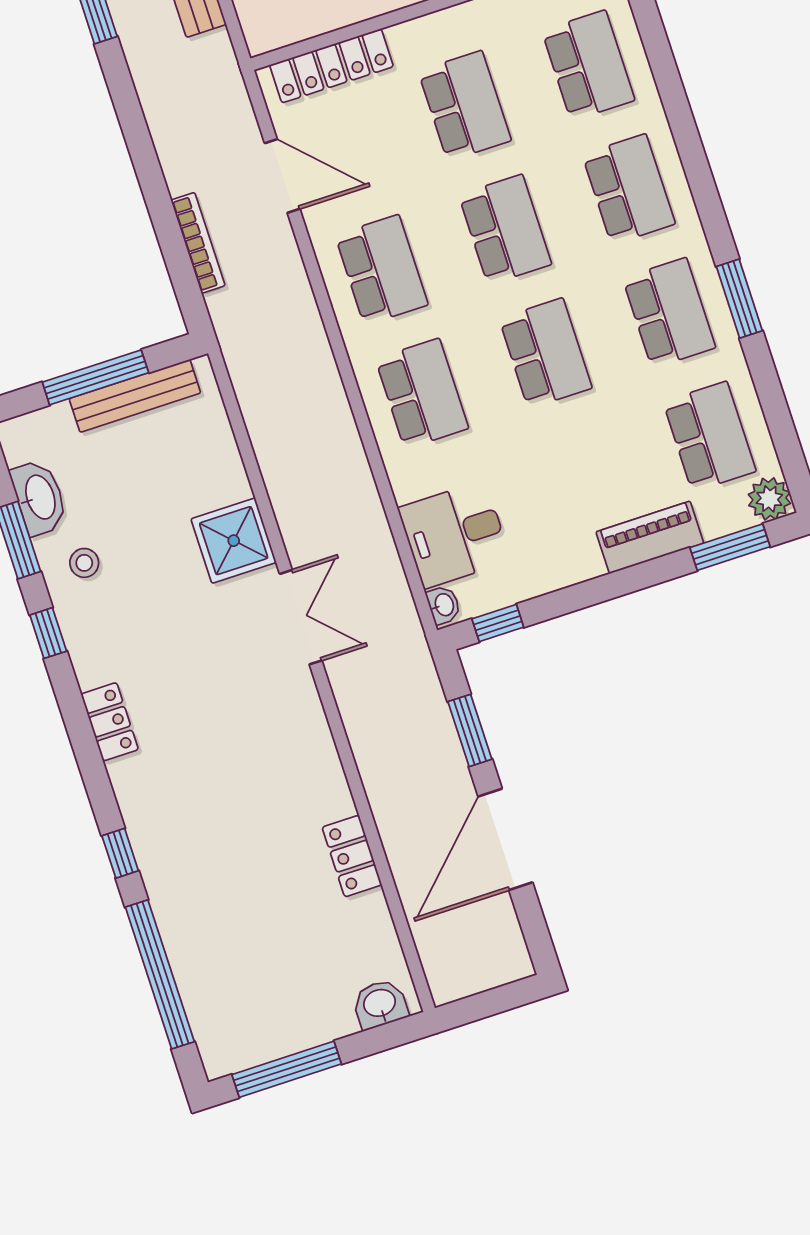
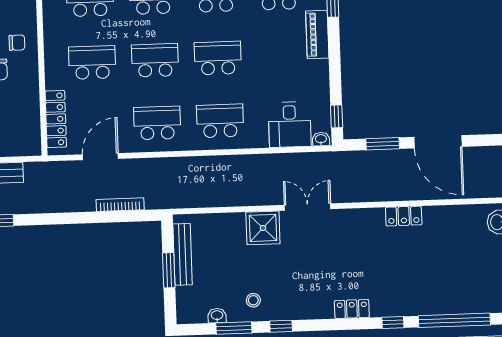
window: (95, 377) -> (169, 270), width x0.69
washbasin: (39, 497) -> (217, 316), width x0.52, depth x0.69
locker: (110, 722) -> (352, 309), moved
locker: (352, 856) -> (404, 216), moved

